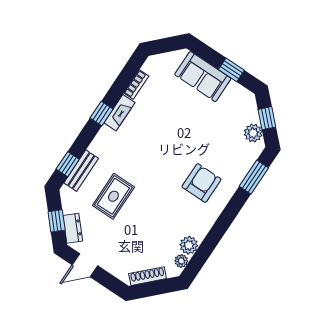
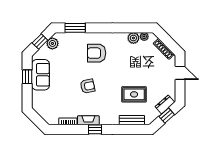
sofa: (203, 77) -> (41, 75), moved
armchair: (165, 142) -> (88, 86), added
window: (68, 164) -> (133, 129), removed
door: (85, 265) -> (180, 73), moved

